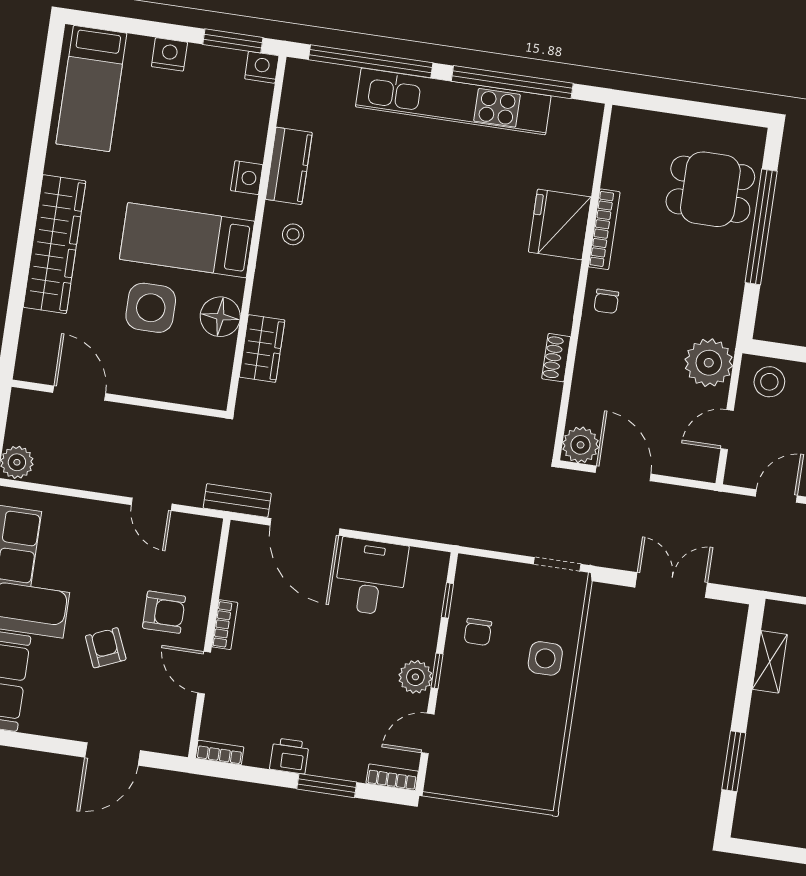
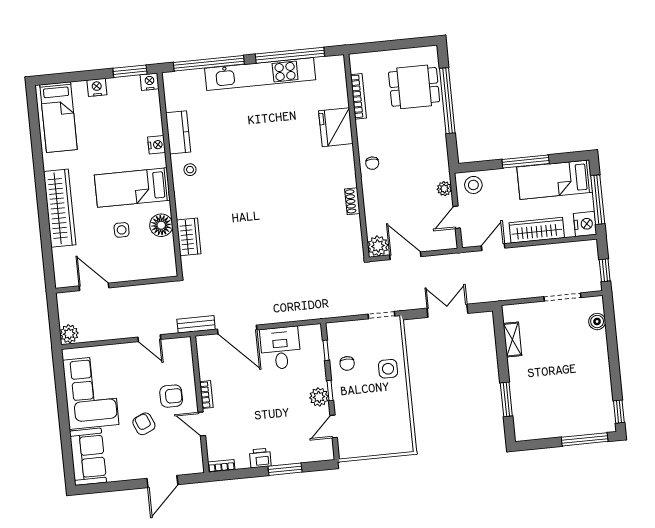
bookcase: (604, 229) -> (358, 96), moved
side table: (151, 308) -> (122, 230), width x0.54, depth x0.54
plant: (709, 363) -> (444, 189), width x0.53, depth x0.53
bookcase: (392, 777) -> (320, 456), removed

